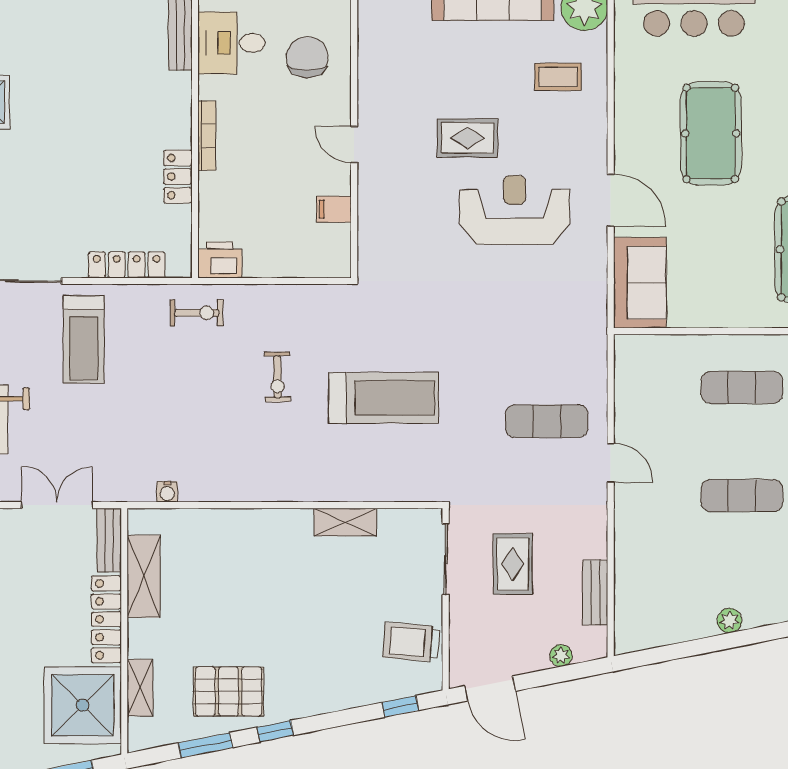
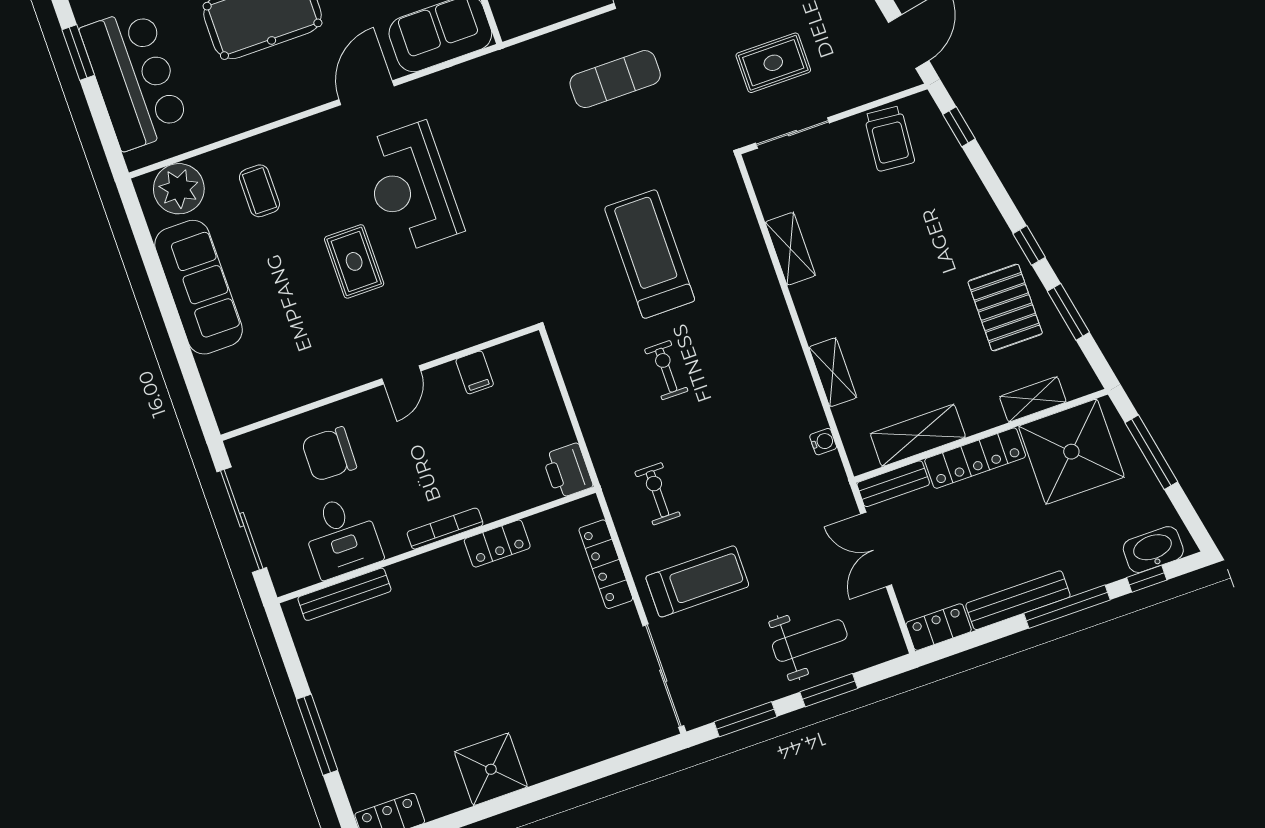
exercise bike: (197, 313) -> (658, 494), moved
exercise bike: (277, 377) -> (666, 370), turned -89
exercise mat: (547, 421) -> (615, 79), turned 90
shelving: (225, 521) -> (833, 372), added

